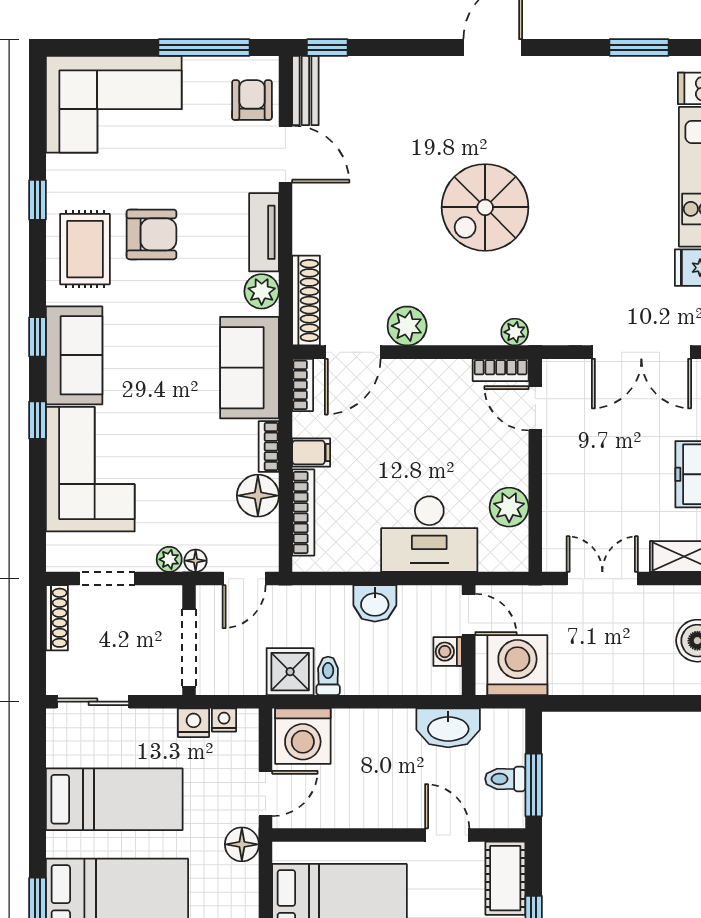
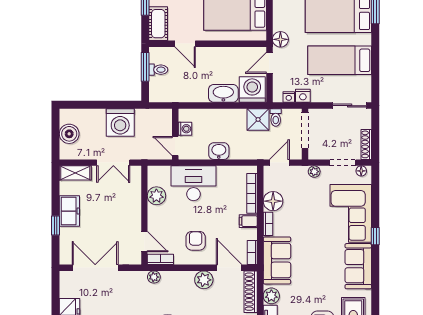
window: (37, 337) -> (375, 275), removed
door: (353, 352) -> (229, 268), hinge flipped
armchair: (425, 410) -> (196, 241), added
floor lamp: (196, 561) -> (361, 171), moved
washing machine: (517, 665) -> (120, 122), moved
toilet: (328, 676) -> (276, 118), moved
washbasin: (448, 728) -> (223, 93), moved

